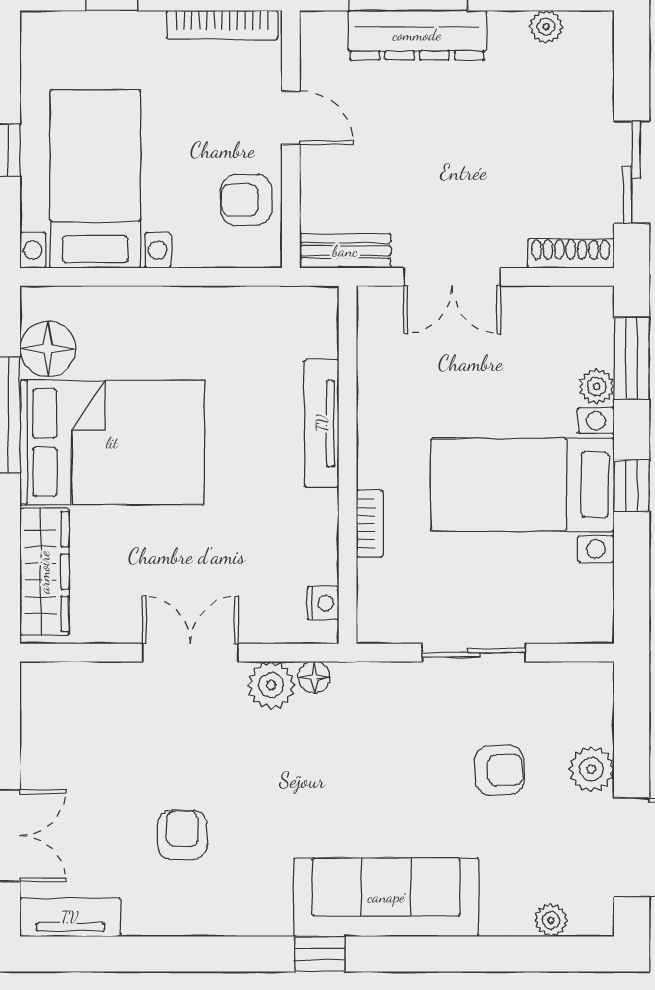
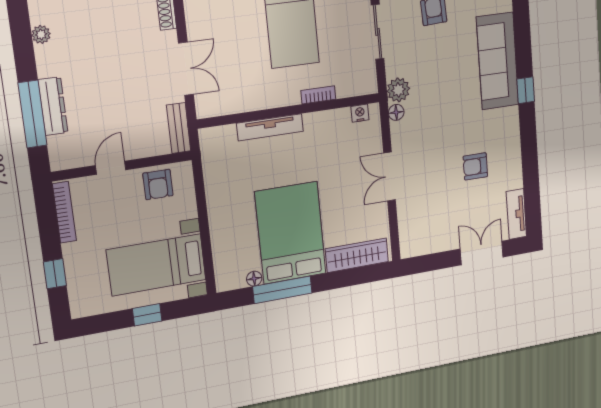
dresser: (417, 35) -> (53, 106), width x0.73, depth x0.80
floor lamp: (48, 349) -> (254, 279), width x0.53, depth x0.53
plant: (271, 685) -> (398, 90), moved

